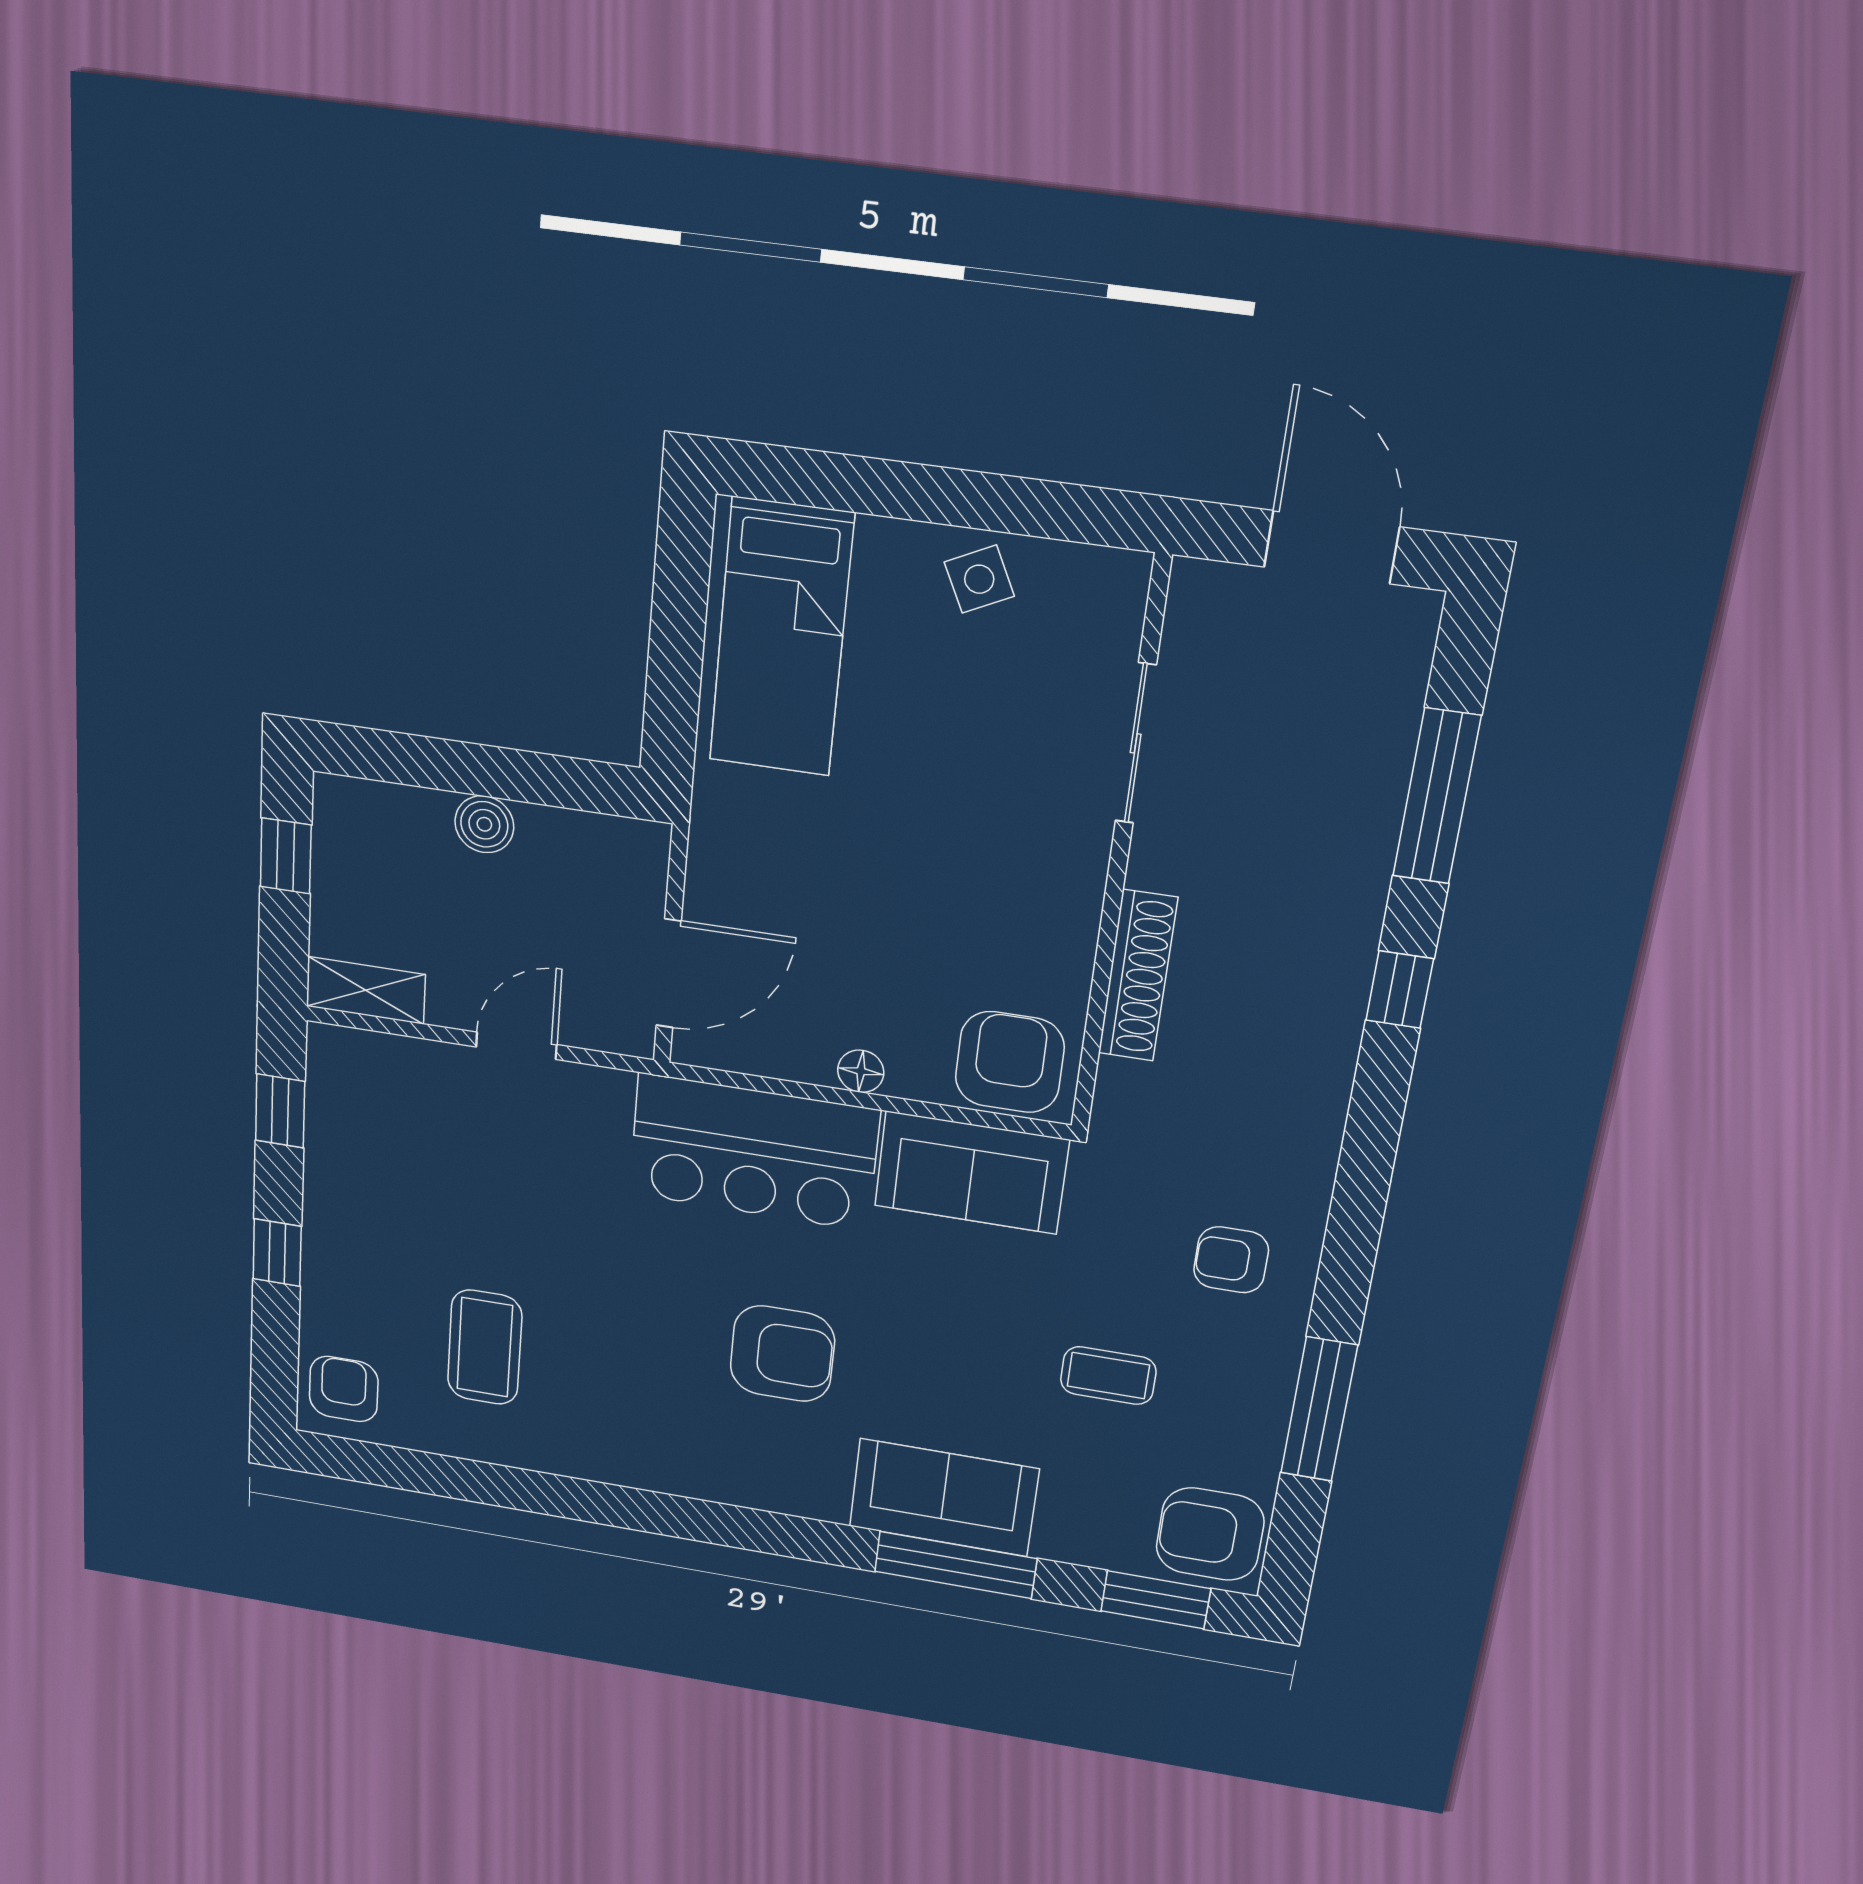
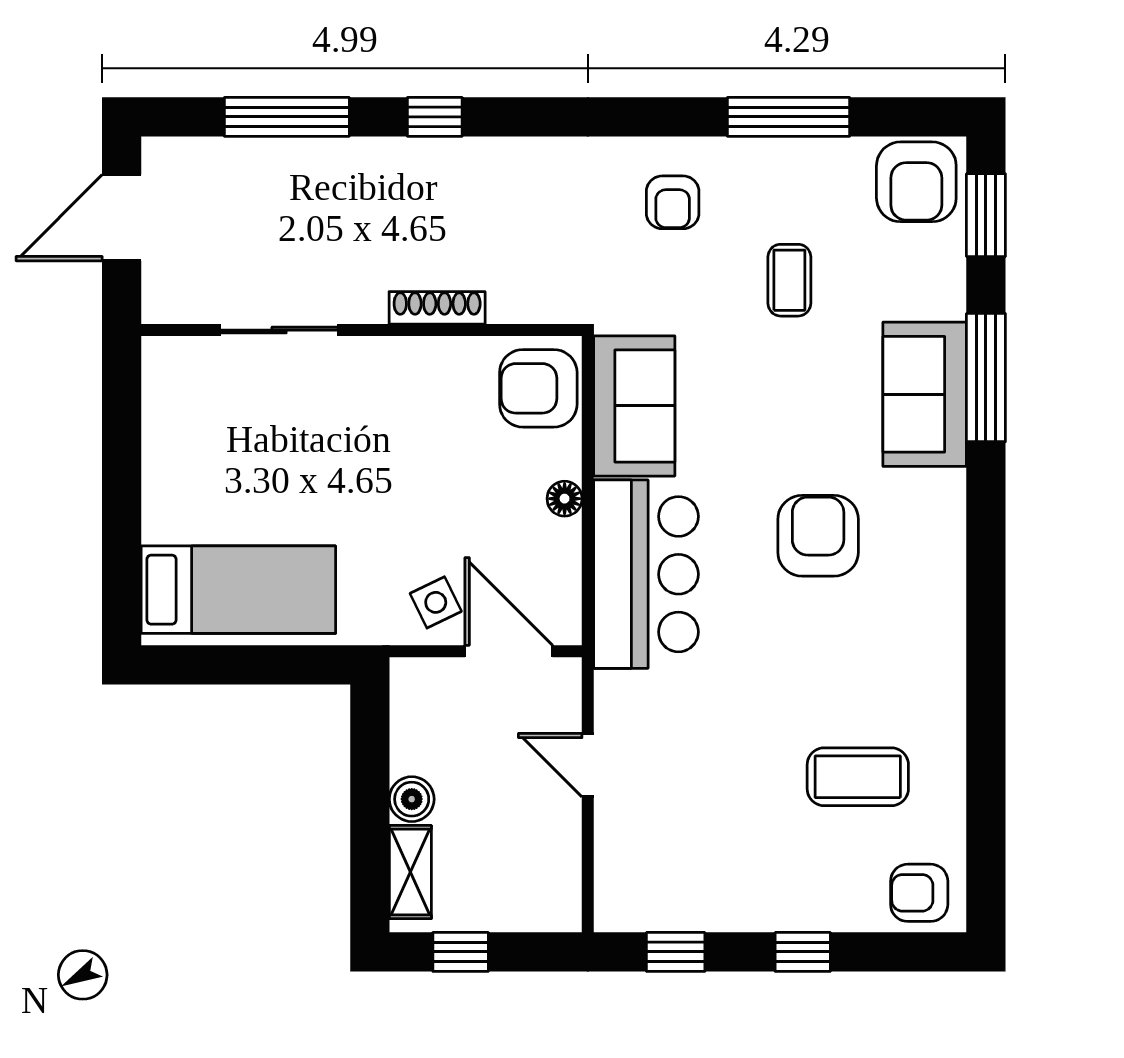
side table: (979, 579) -> (436, 602), moved
shoe rack: (1138, 976) -> (437, 308), width x0.74, depth x0.81
shelving: (366, 990) -> (410, 872), moved

